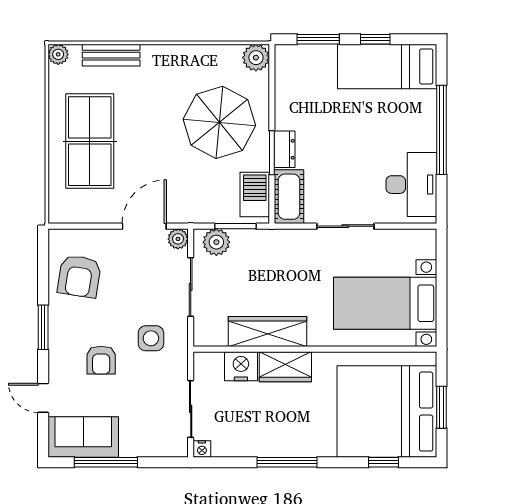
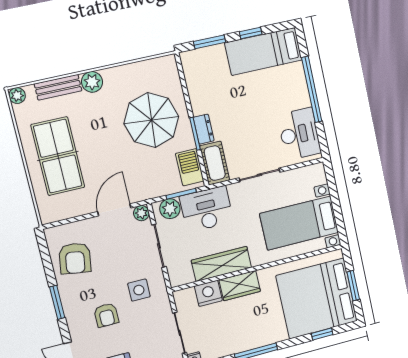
plant: (256, 58) -> (92, 82), moved
desk: (264, 254) -> (207, 209), added

